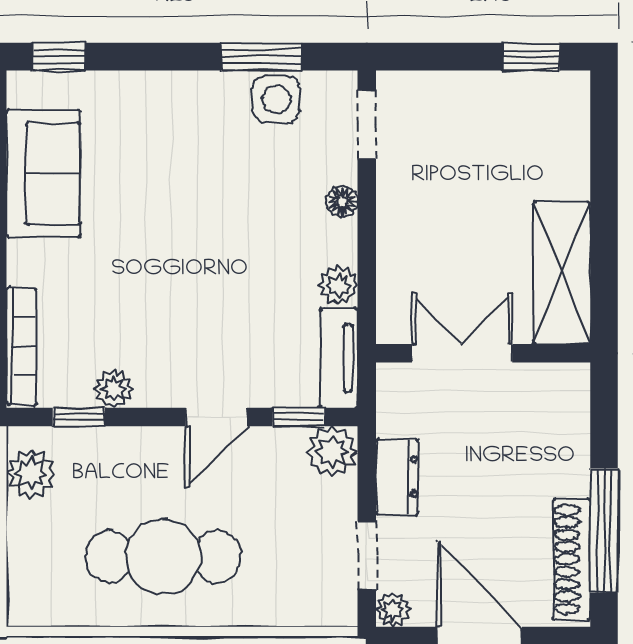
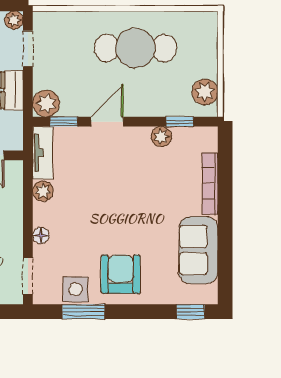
armchair: (191, 128) -> (121, 274), added
bookcase: (21, 346) -> (210, 184), moved

